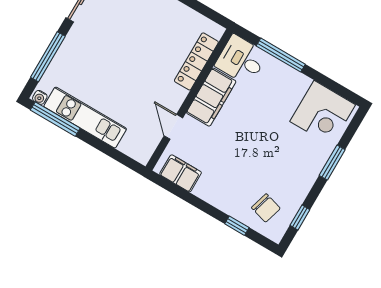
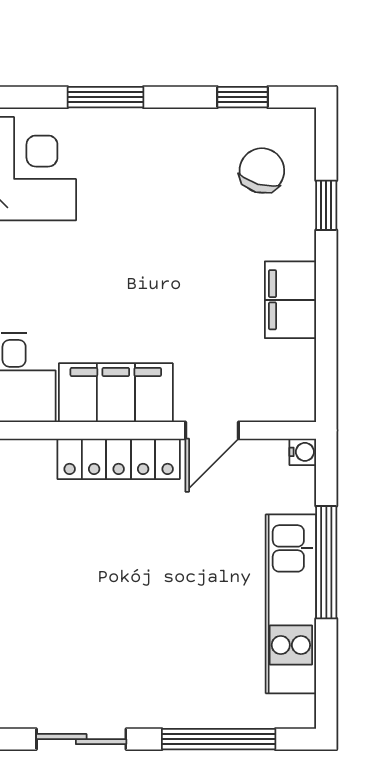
locker: (196, 61) -> (119, 459), moved
water cooler: (40, 97) -> (303, 452), moved
window: (55, 119) -> (326, 562), moved
filing cabinet: (181, 173) -> (290, 300), moved

